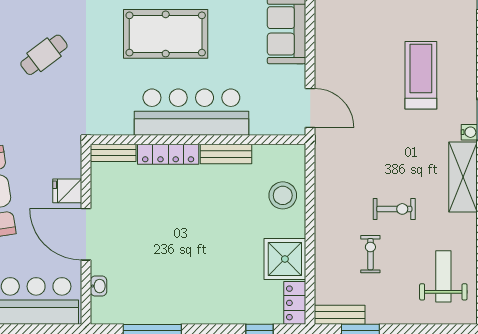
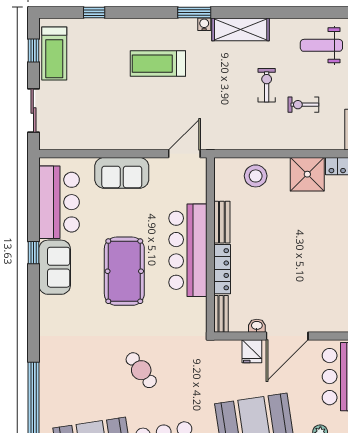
washbasin: (99, 286) -> (257, 326), moved

